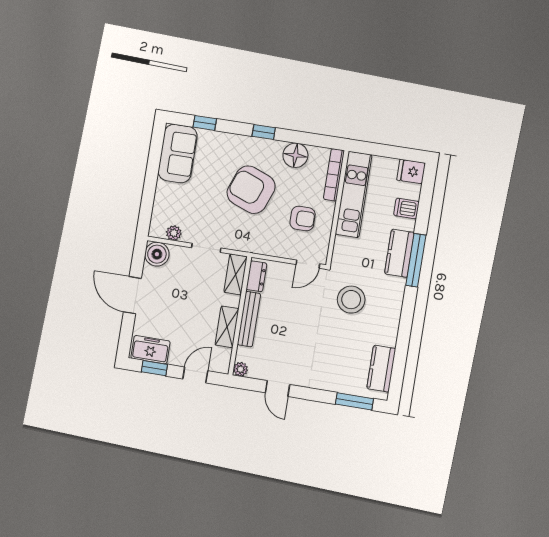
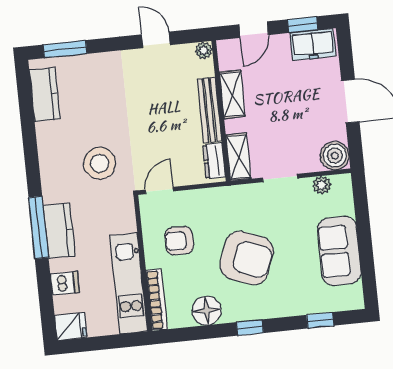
sofa: (178, 154) -> (339, 251), moved

